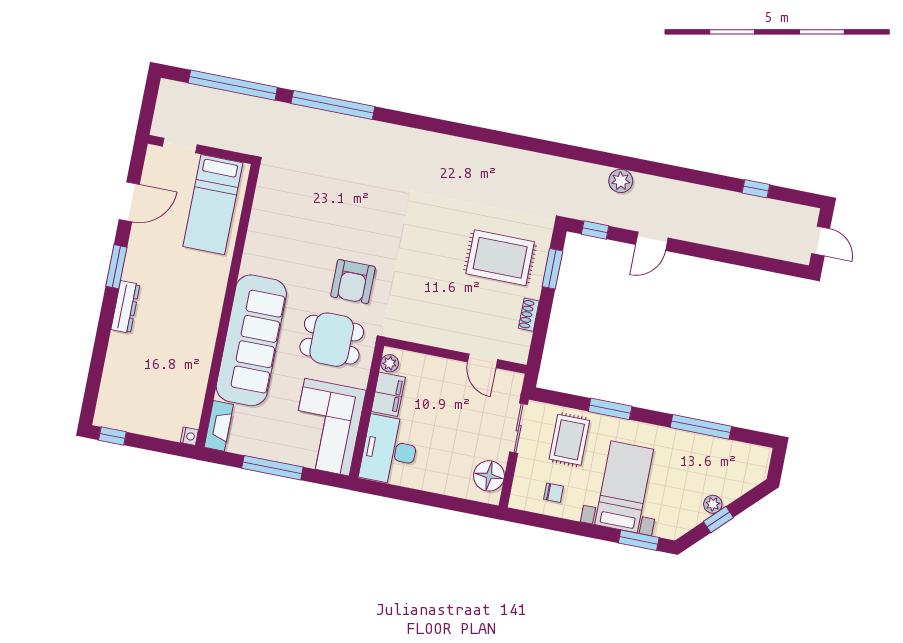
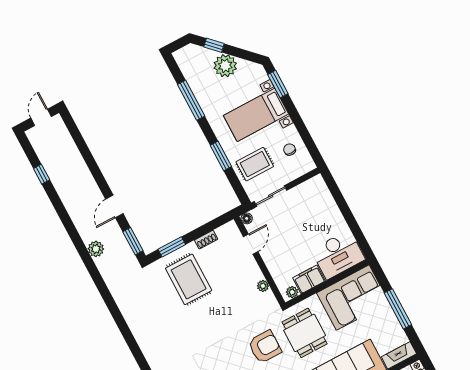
window: (595, 230) -> (133, 241), width x1.50
door: (652, 241) -> (114, 206), swing flipped
plant: (424, 336) -> (263, 286), added
floor lamp: (489, 476) -> (247, 218), moved, width x0.53, depth x0.53
plant: (713, 504) -> (225, 66), width x1.87, depth x1.87
window: (718, 519) -> (214, 45), moved

